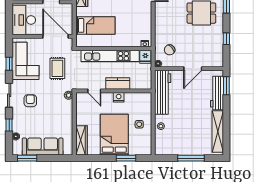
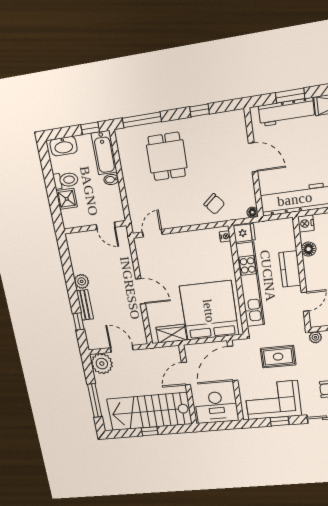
bed: (95, 25) -> (209, 311), width x2.04
chair: (170, 50) -> (214, 204), moved
window: (226, 86) -> (290, 96), moved
nightstand: (119, 97) -> (306, 223), moved
floor lamp: (129, 97) -> (309, 249), added

